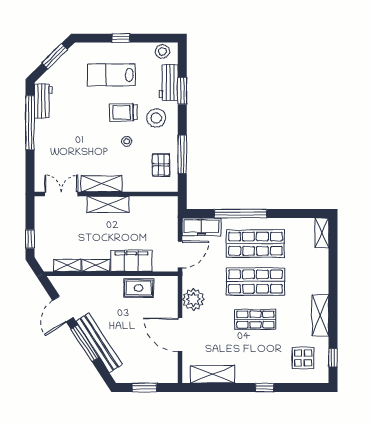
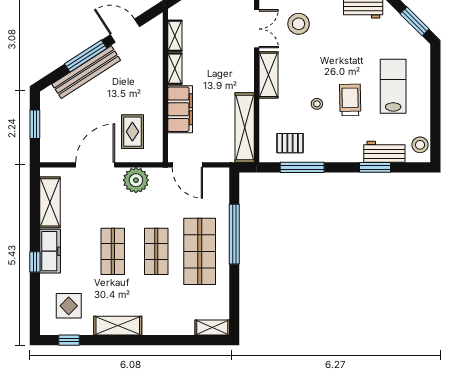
window: (121, 38) -> (435, 97), removed
stool: (156, 118) -> (299, 24), moved
shelving: (108, 204) -> (245, 128), moved, width x1.47
freezer: (201, 227) -> (50, 251), moved, turned 180
shop shelf: (255, 282) -> (156, 251), width x0.70, depth x0.74
rug: (139, 288) -> (132, 132), moved

